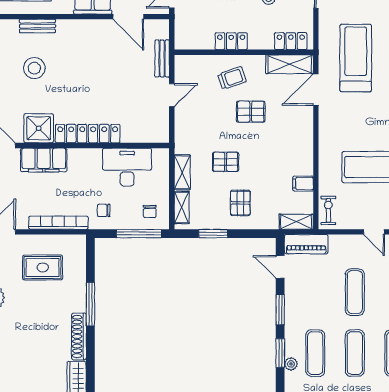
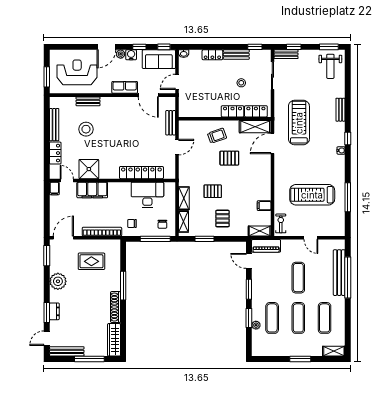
locker: (231, 41) -> (233, 111), moved
locker: (88, 134) -> (141, 173), moved

